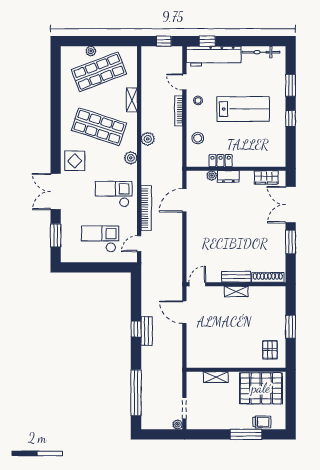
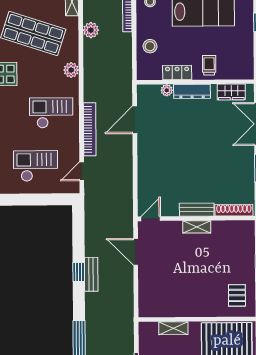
plant: (148, 139) -> (91, 30), moved
trolley: (248, 155) -> (209, 65), added
dresser: (228, 177) -> (192, 91), width x1.44

